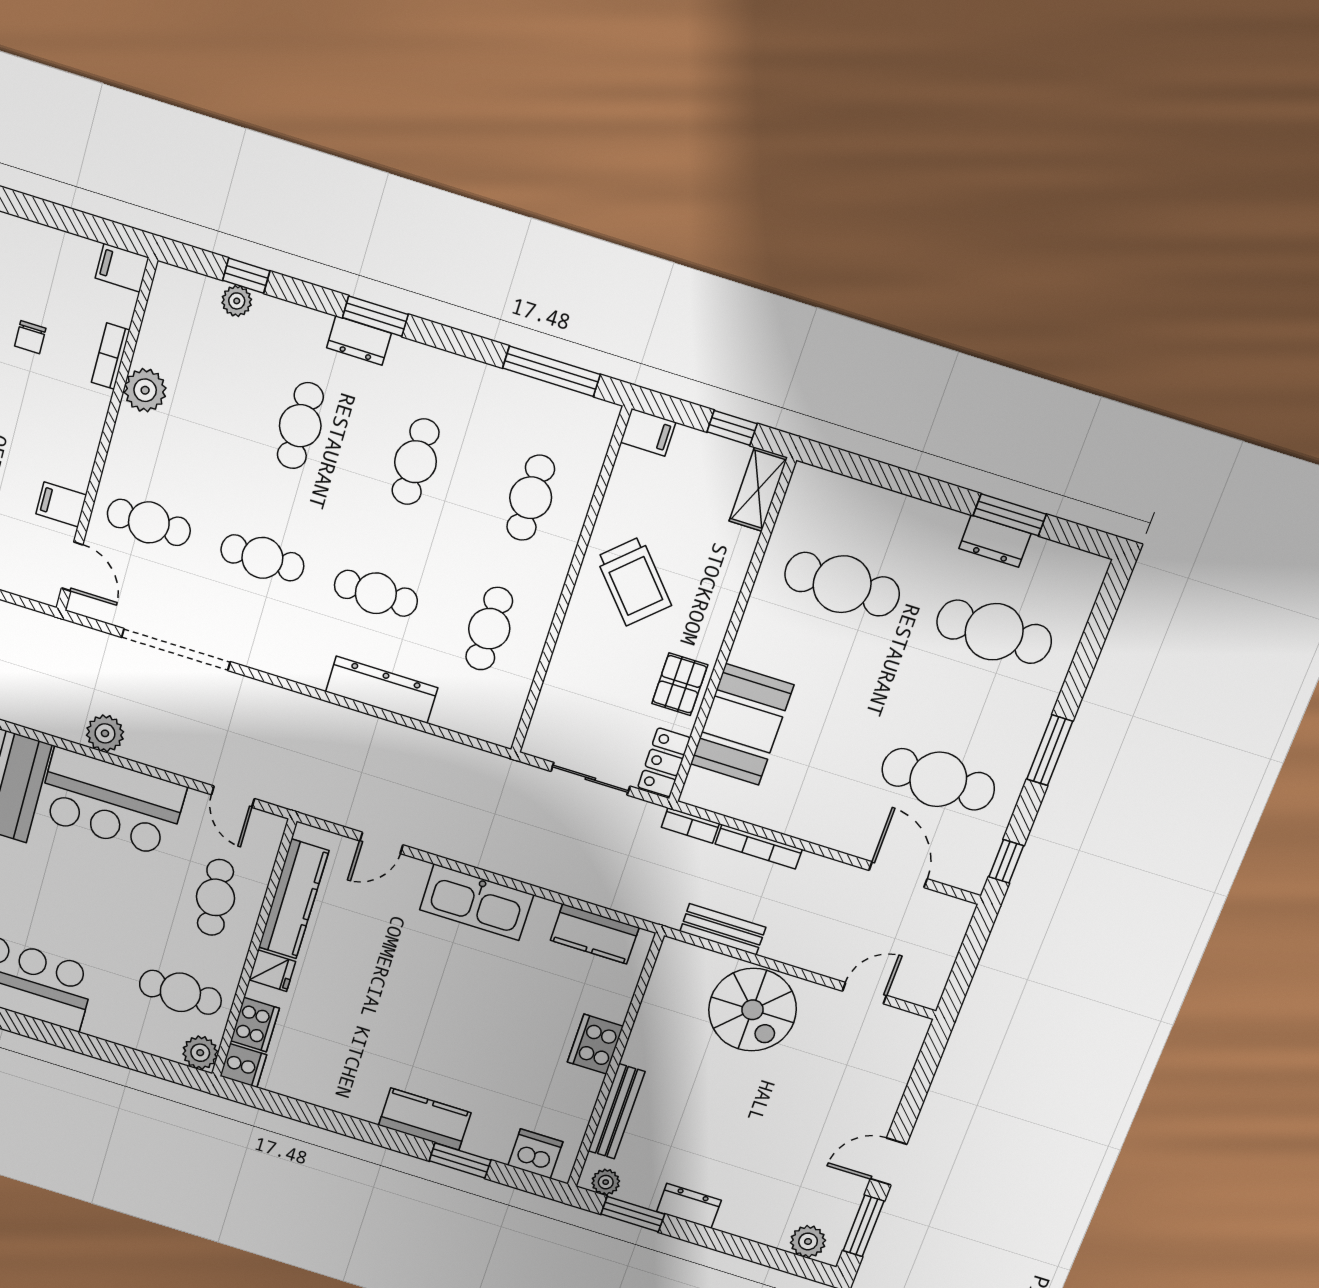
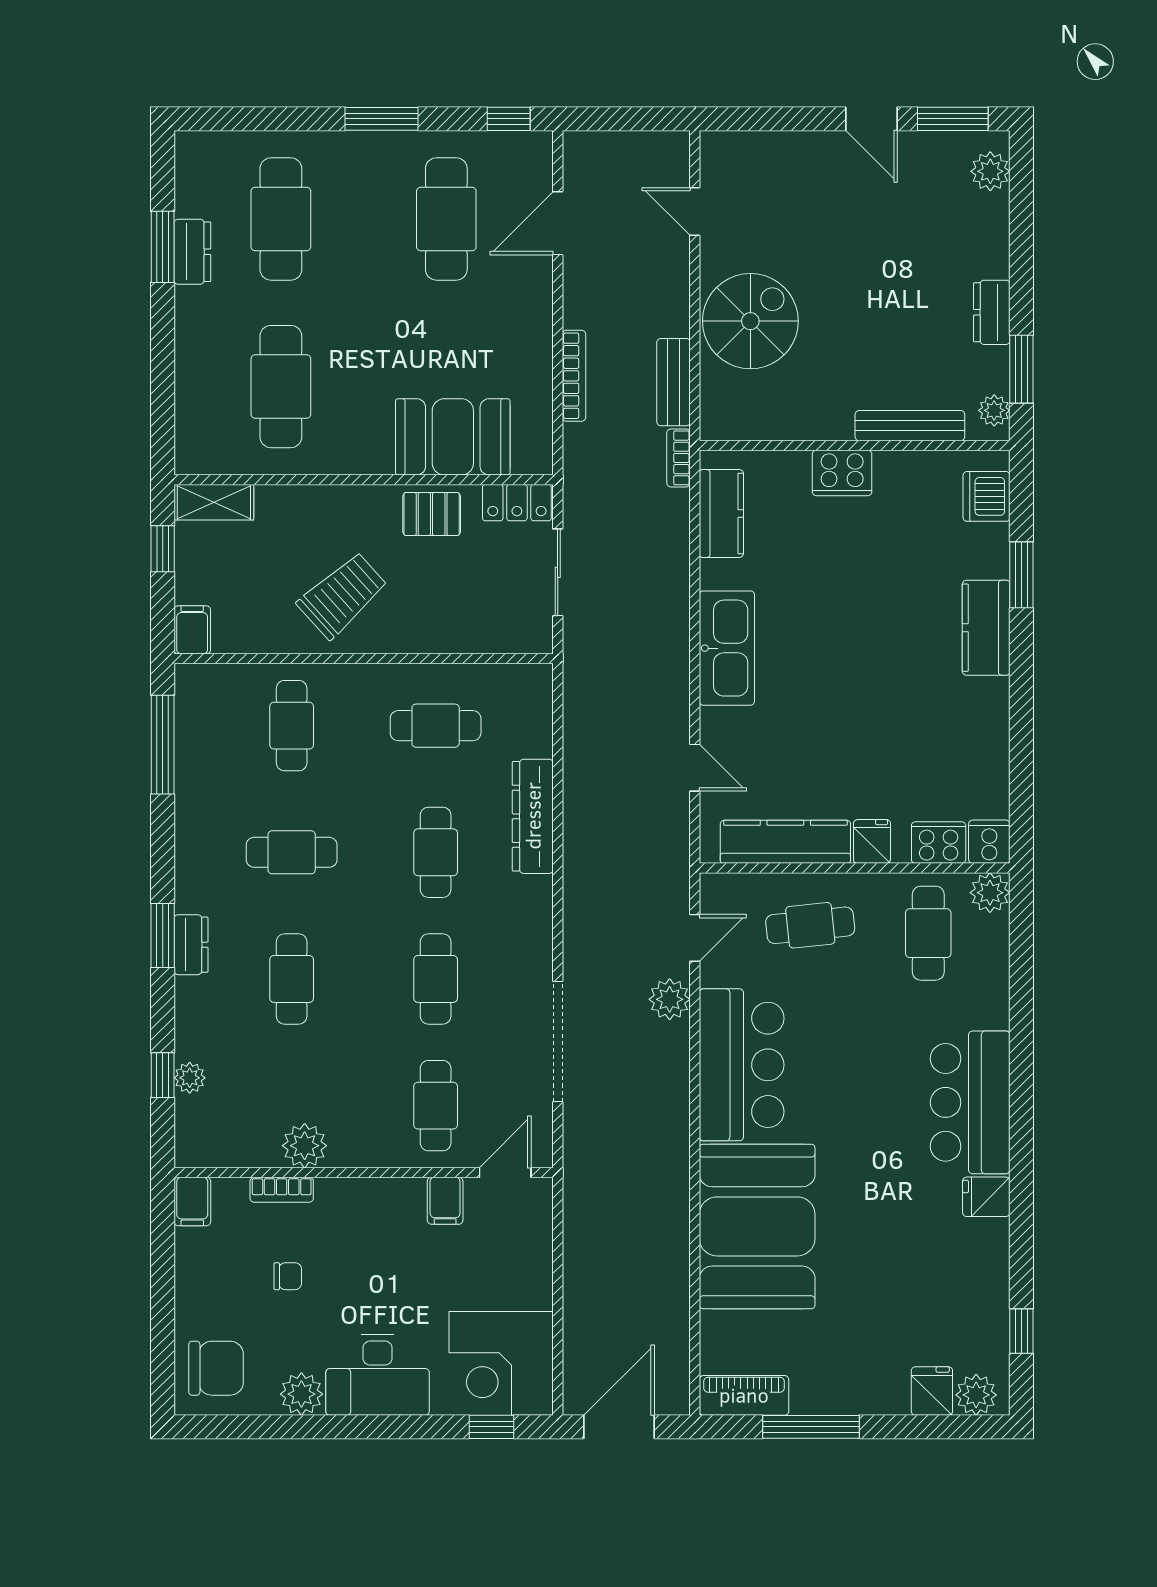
cafe table: (300, 426) -> (292, 979), turned 90
cafe table: (531, 498) -> (292, 726), turned 90
plant: (105, 733) -> (670, 999), moved
bookcase: (690, 825) -> (679, 458), moved, turned 180

